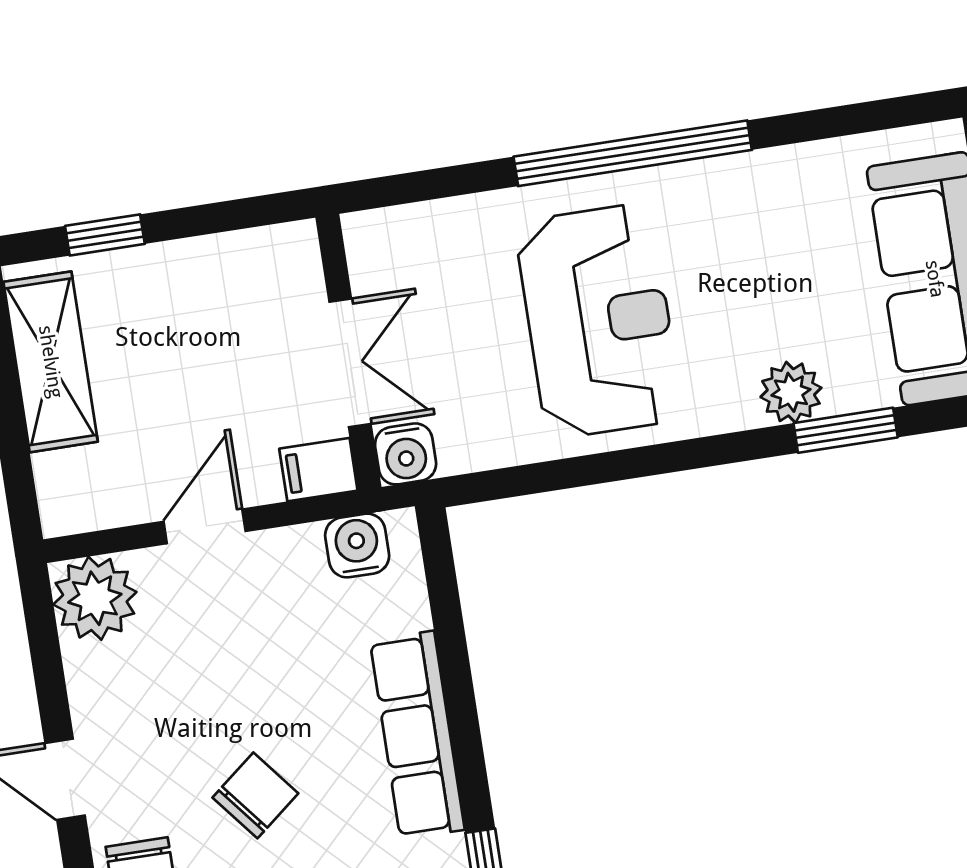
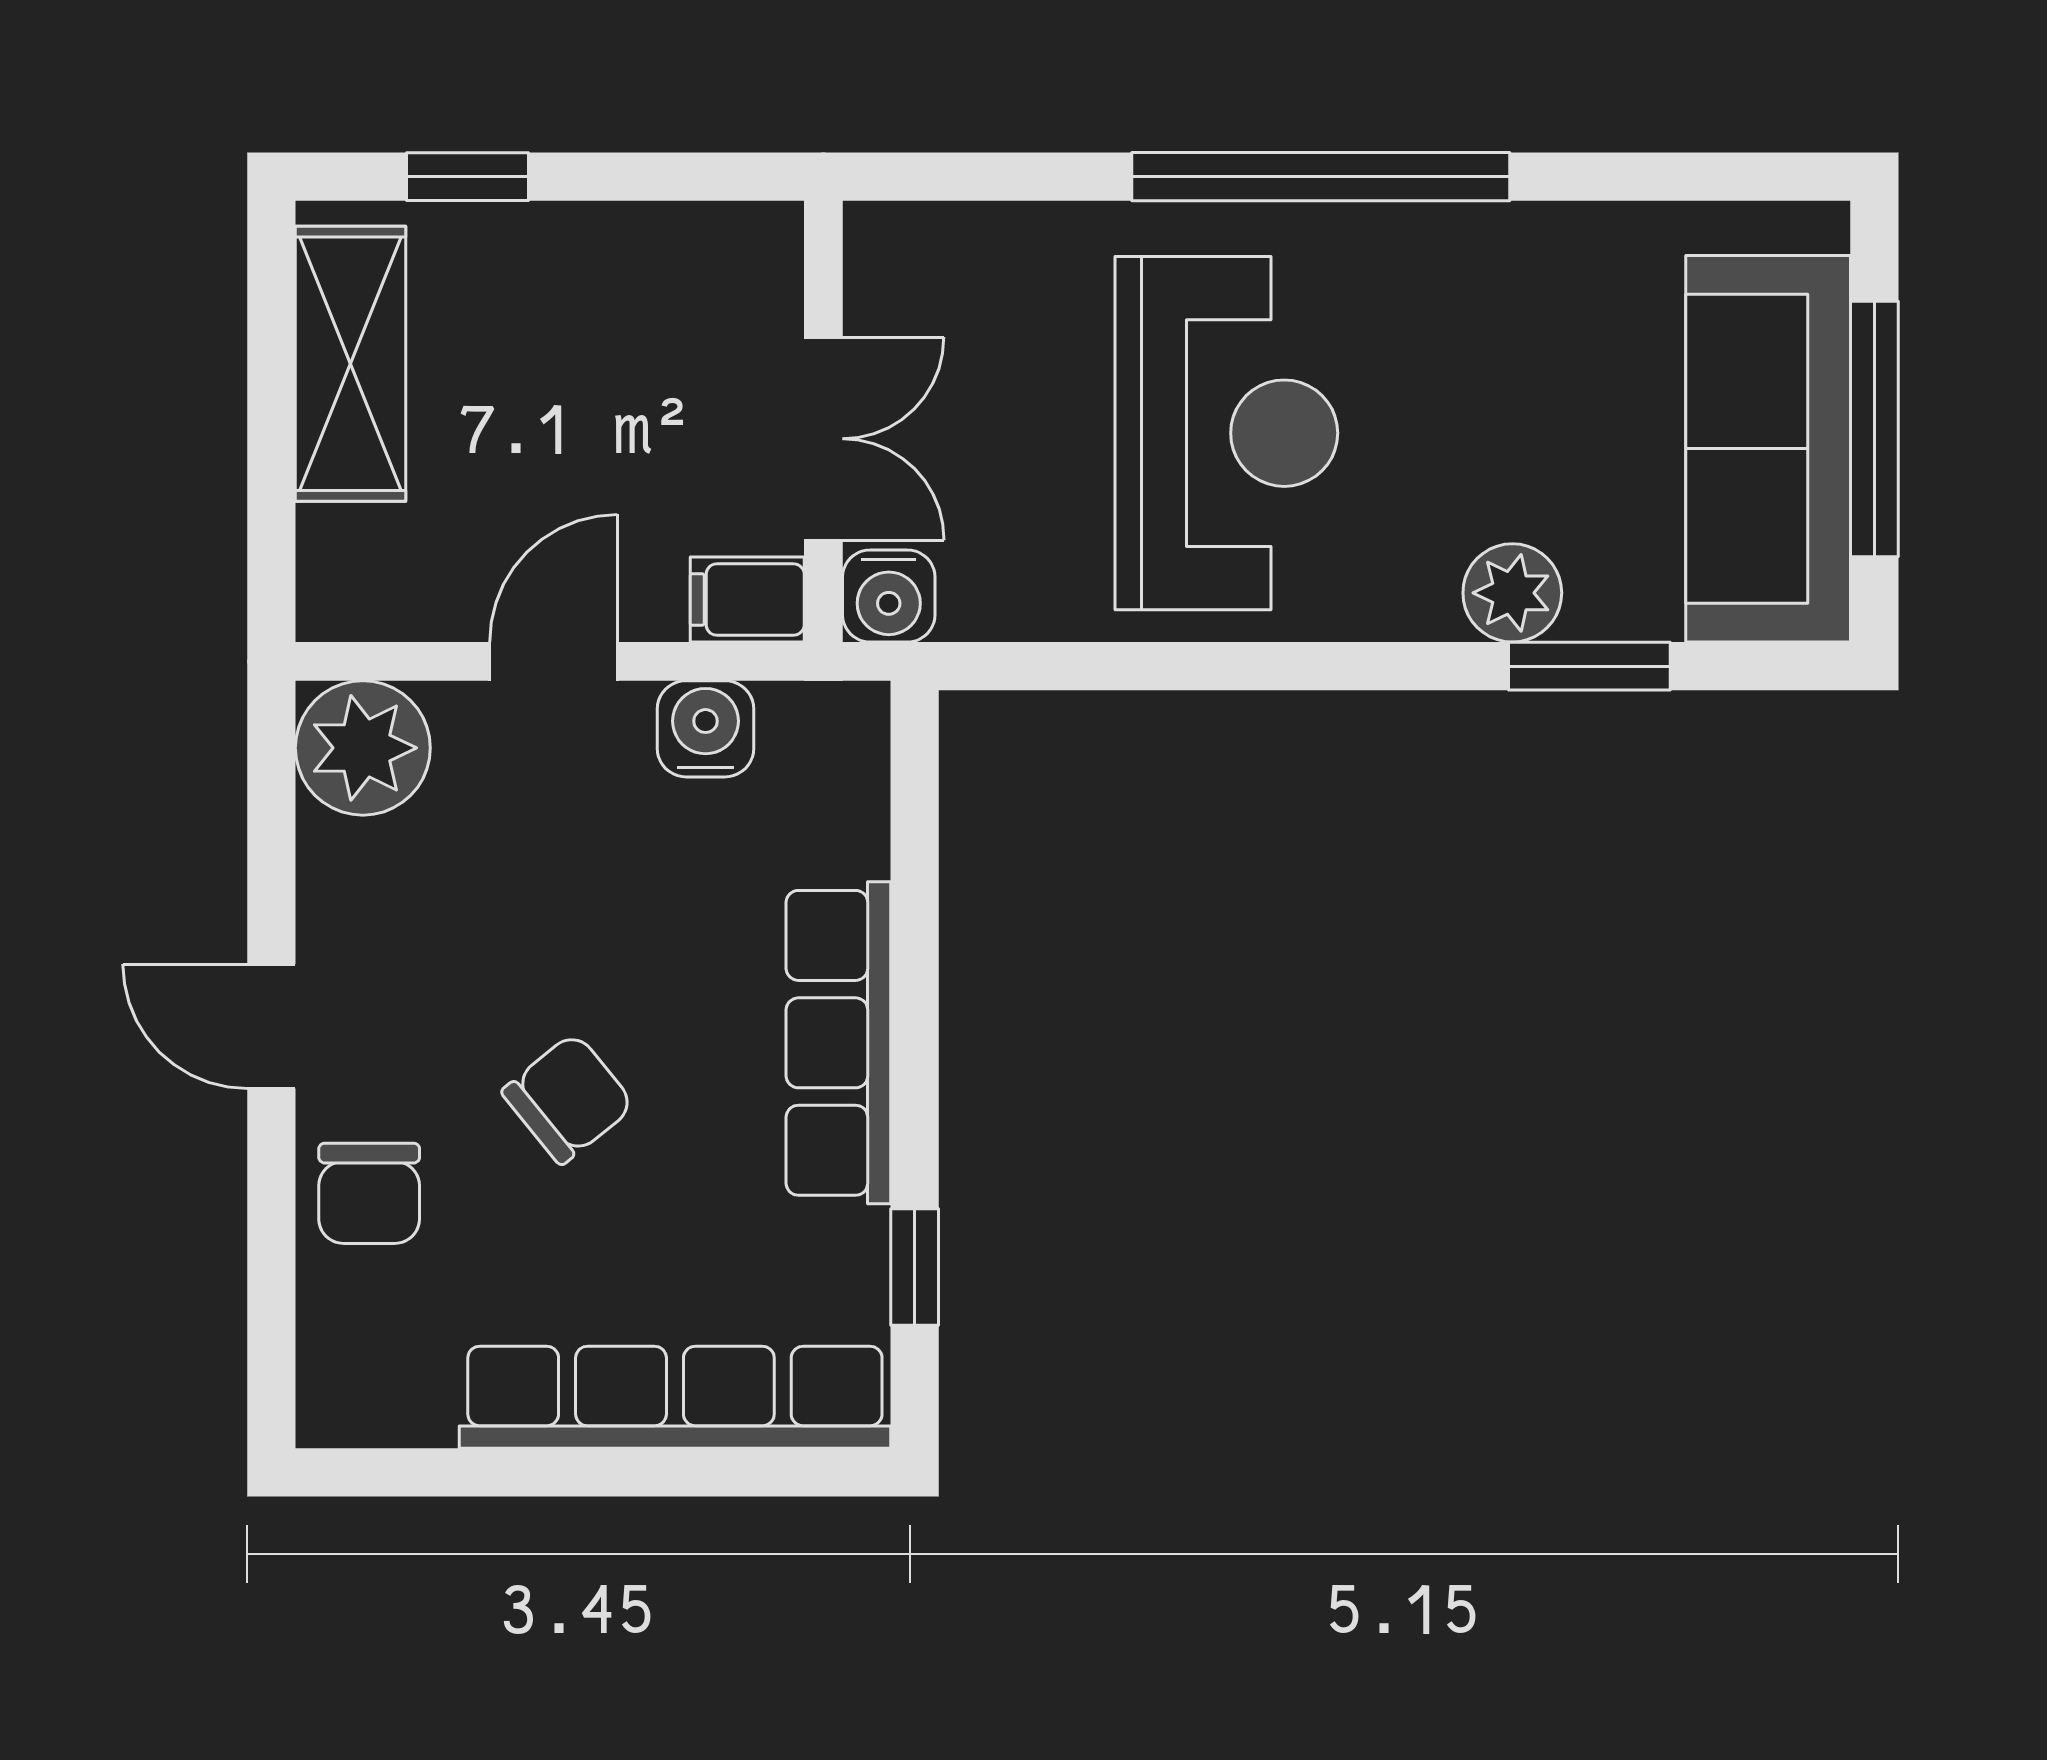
water cooler: (357, 546) -> (706, 729), moved

